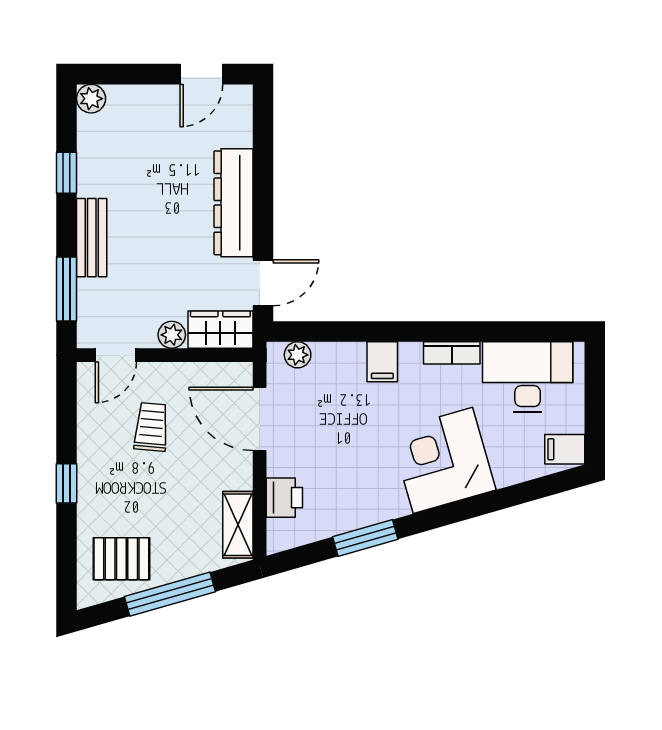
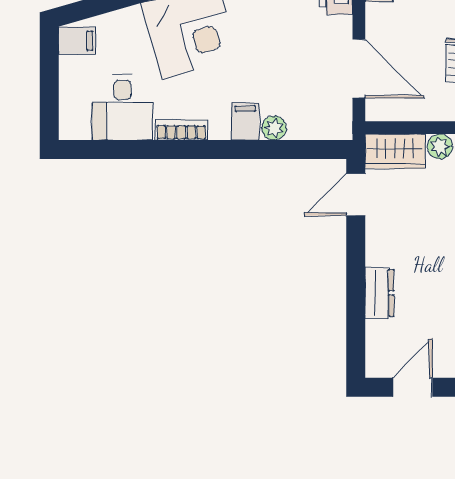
dresser: (233, 203) -> (379, 293), width x0.51, depth x0.80
plant: (298, 355) -> (274, 128), moved
desk: (528, 377) -> (123, 107), width x0.73

